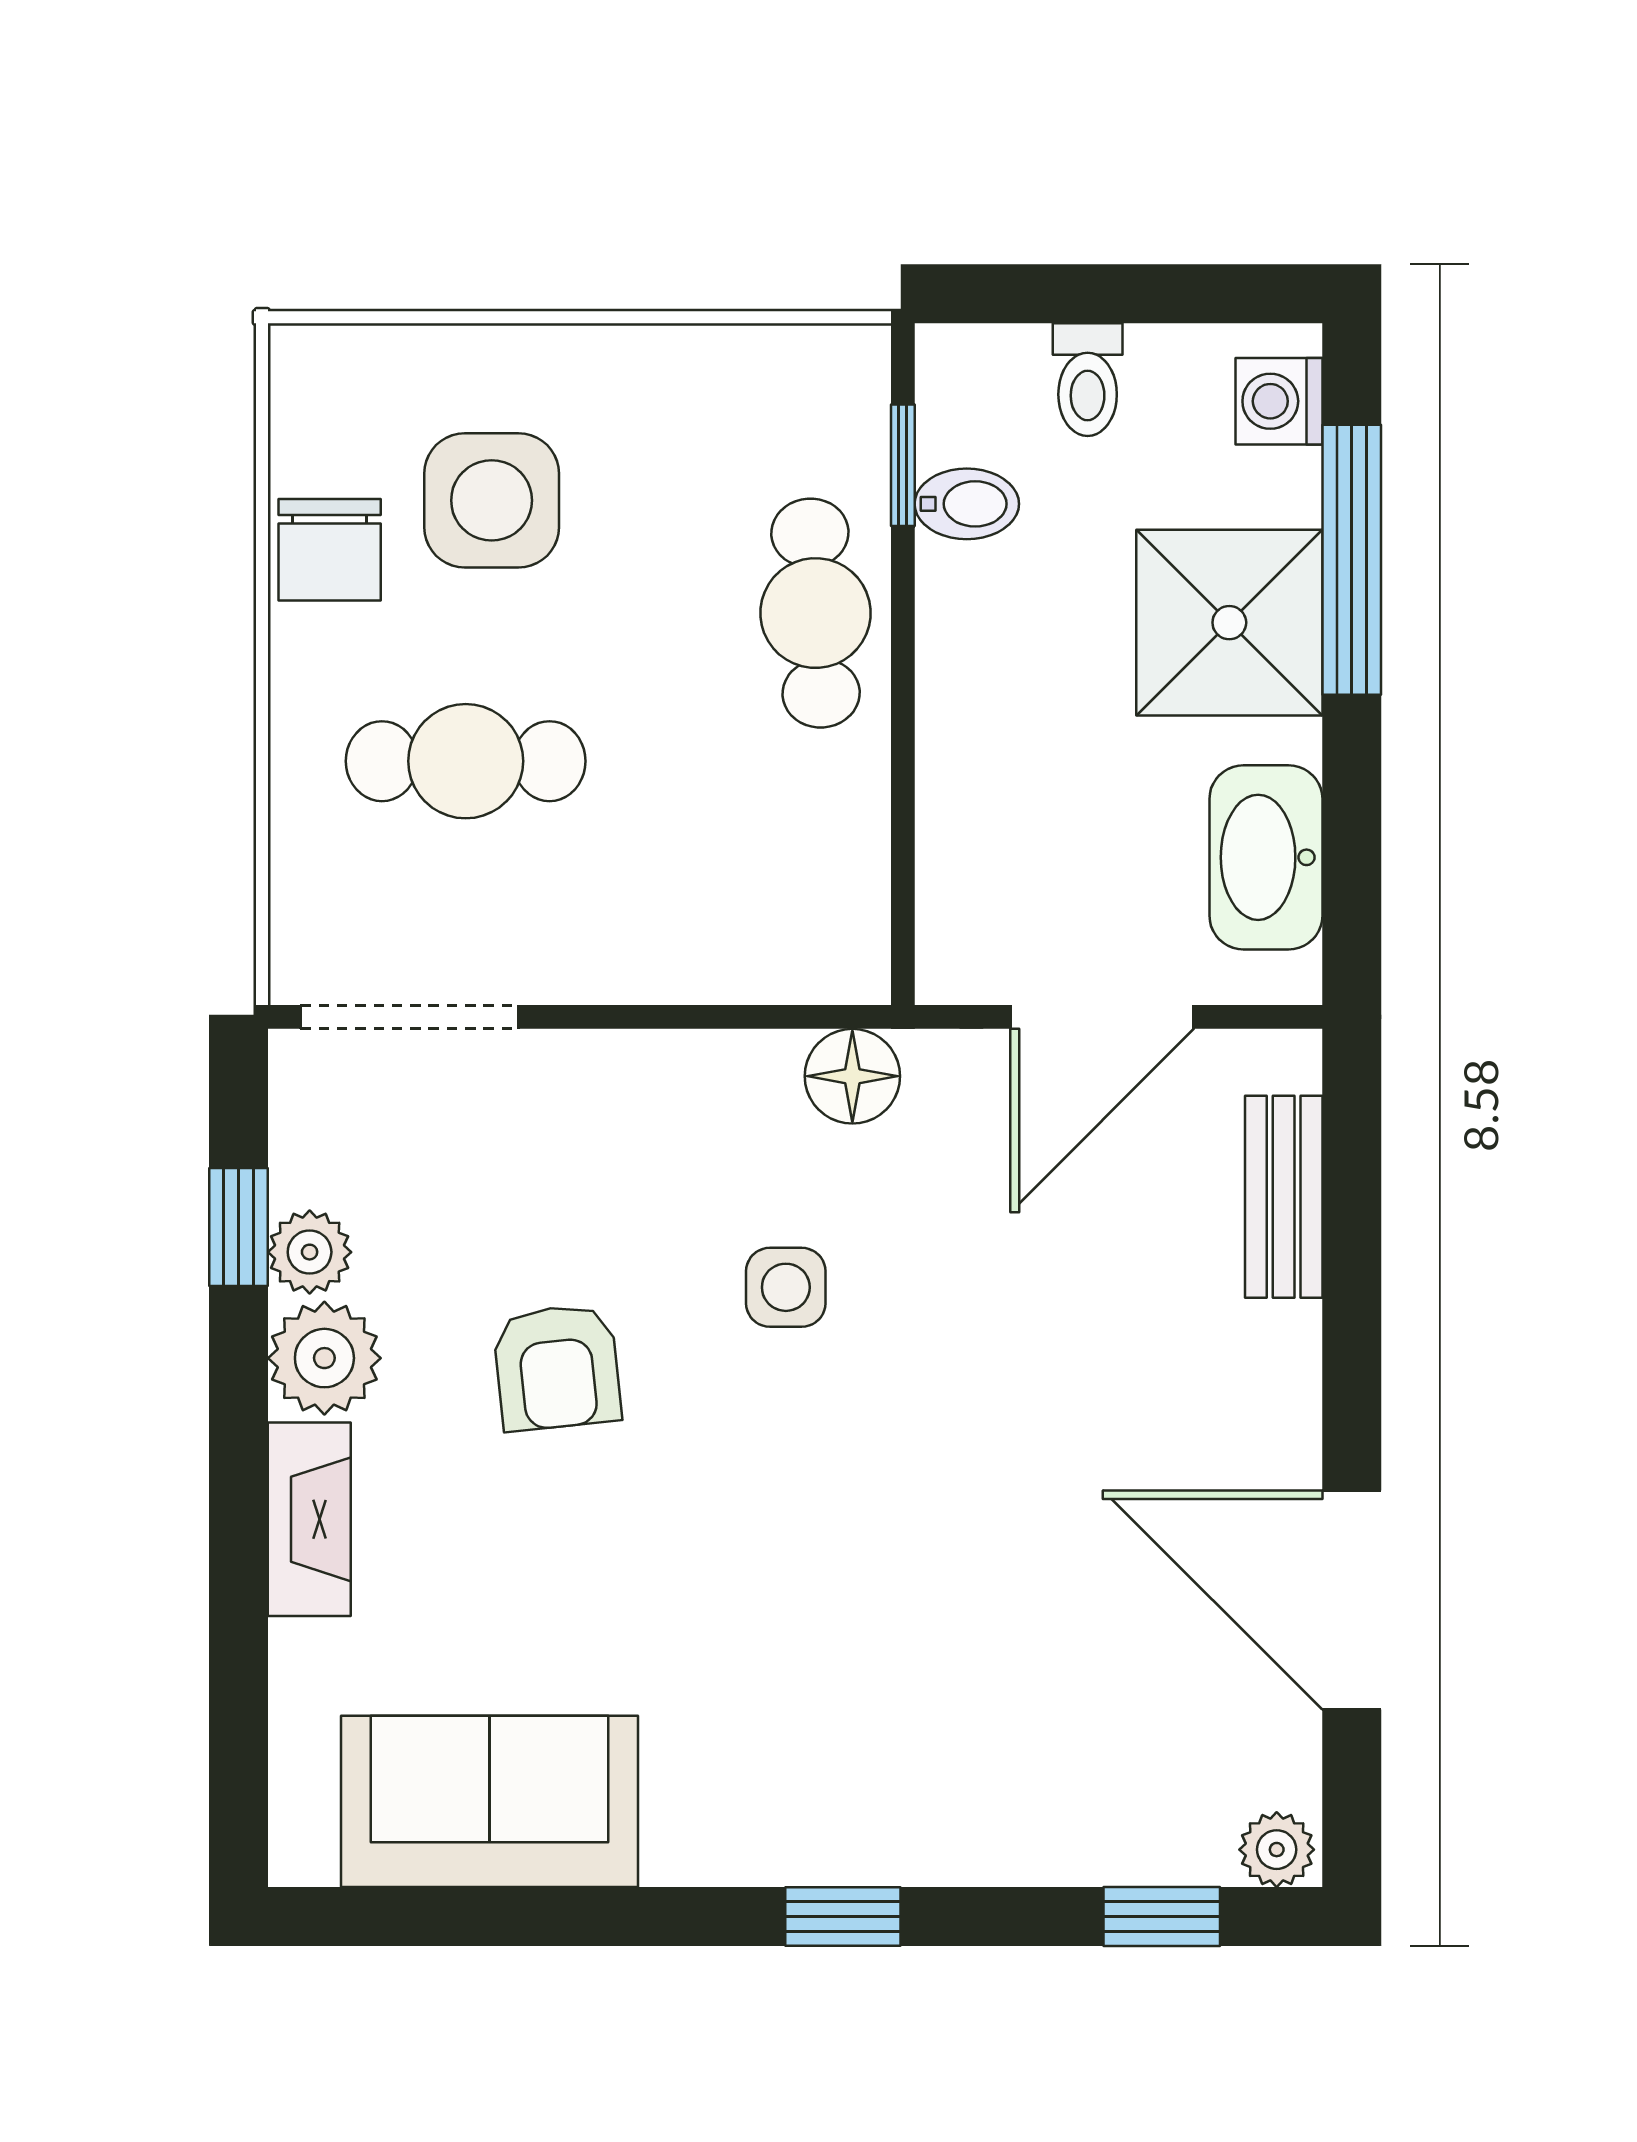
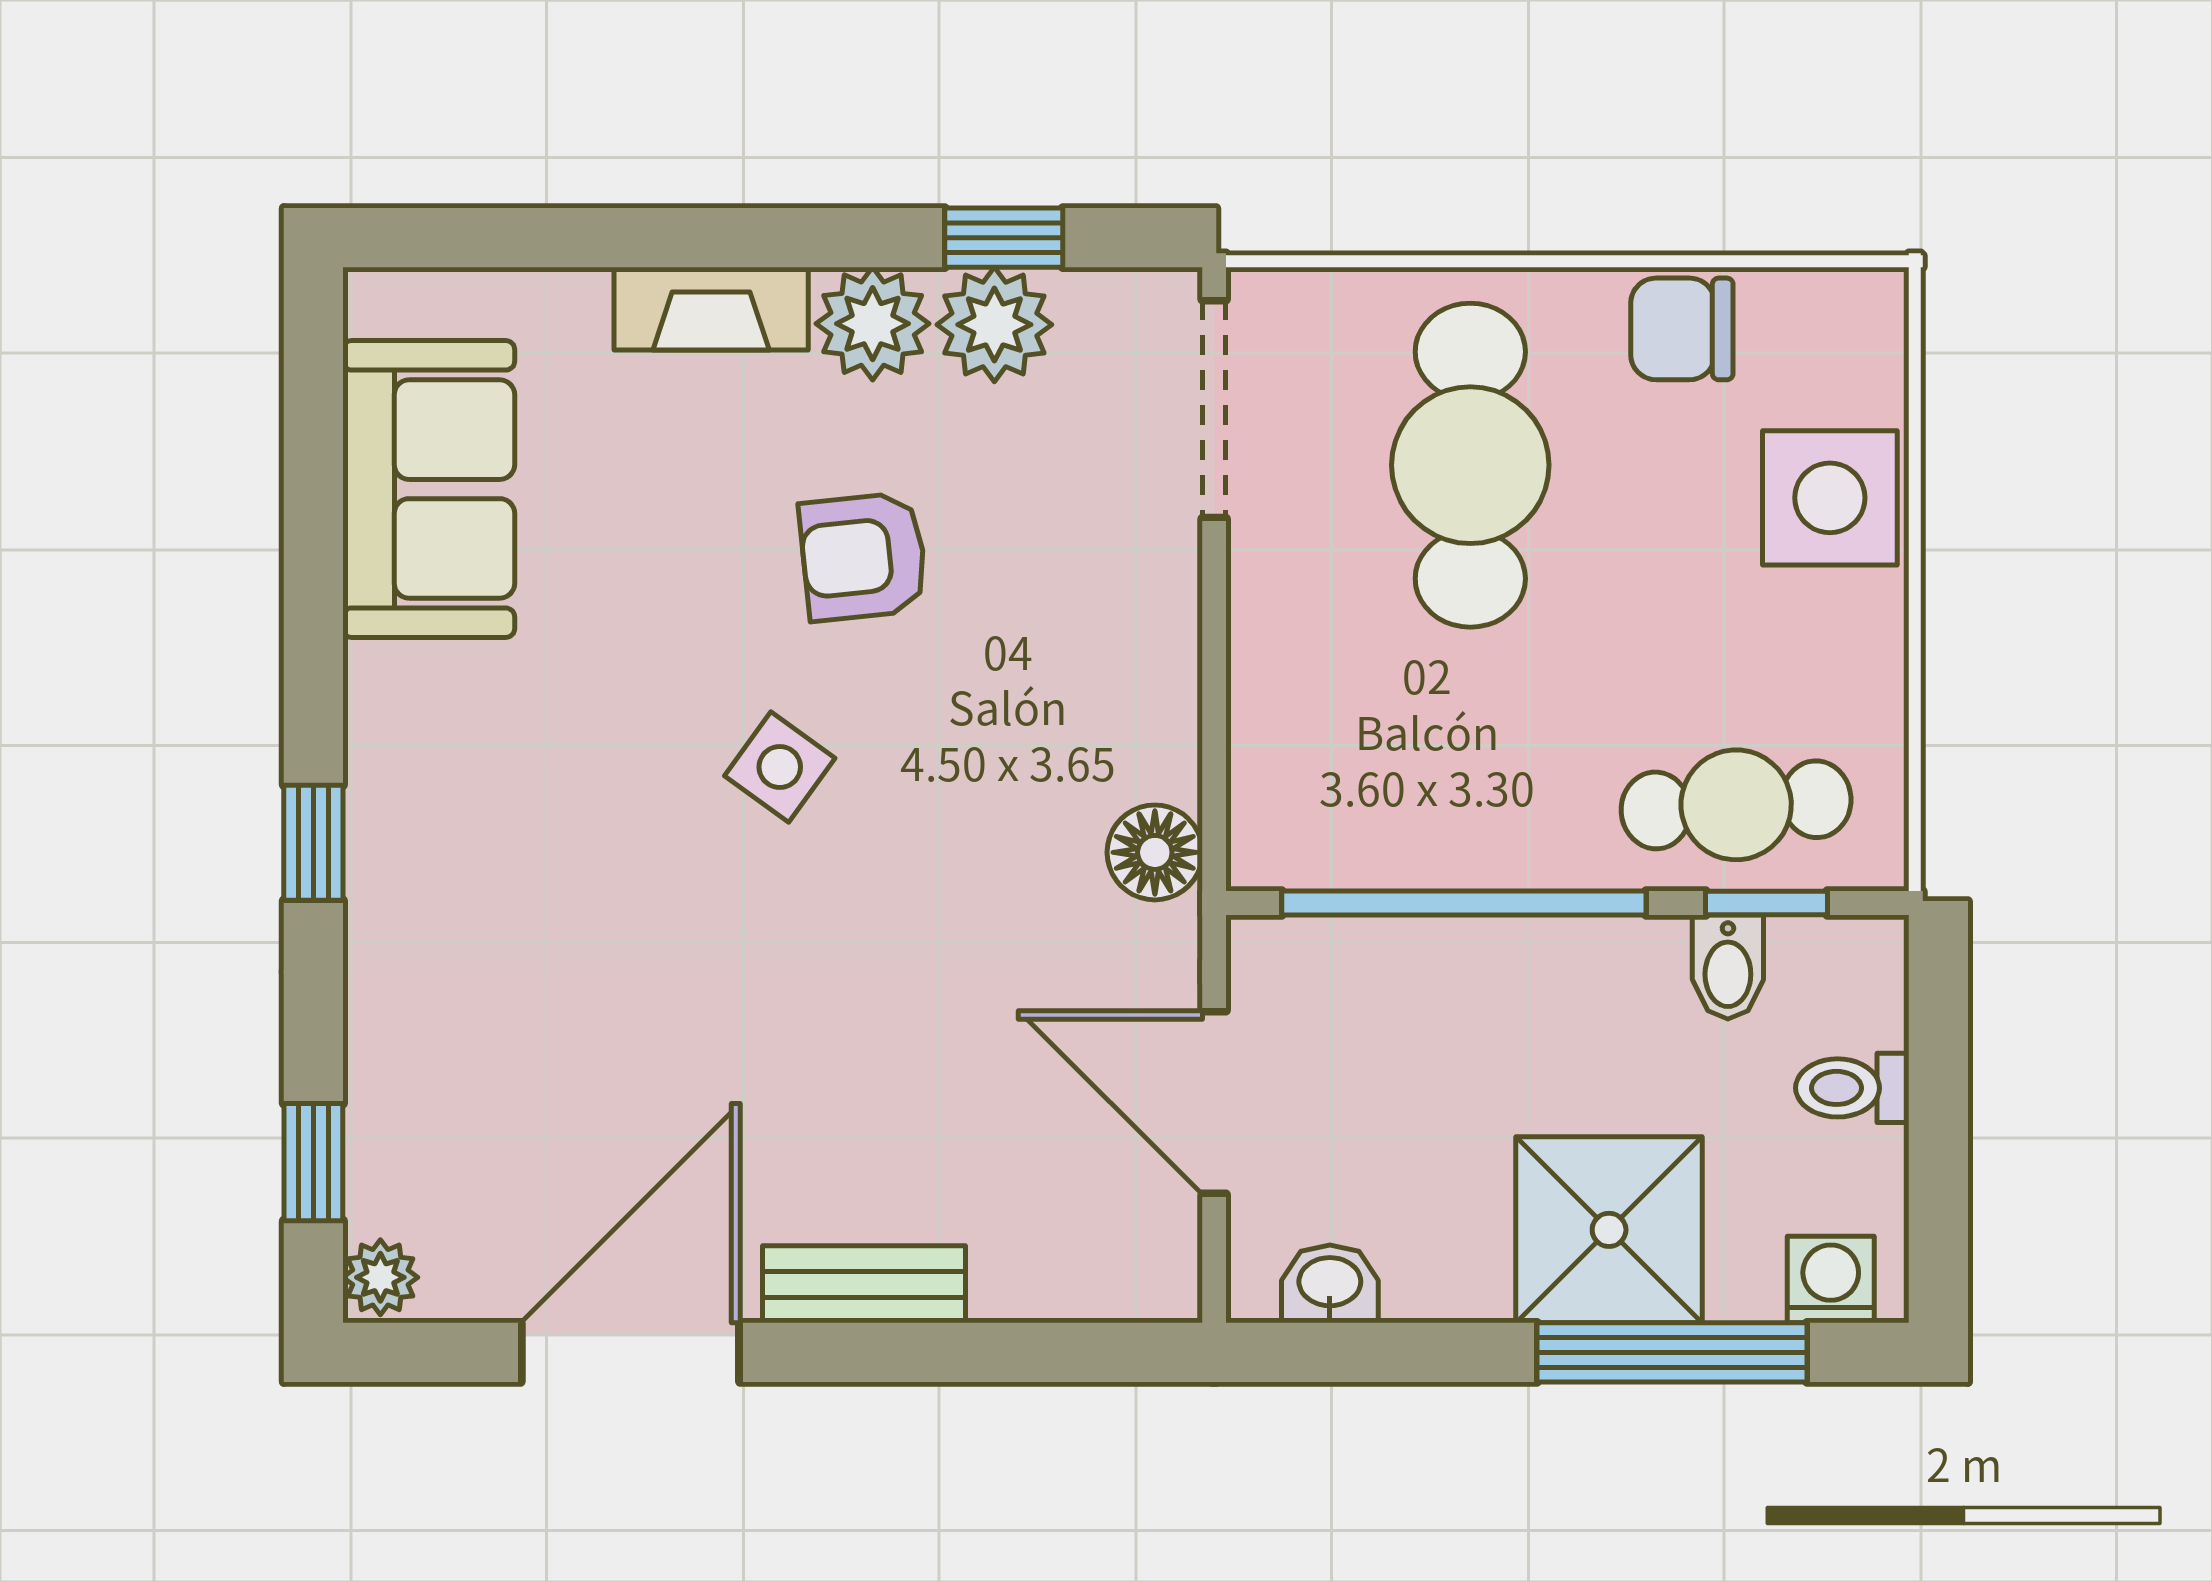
side table: (492, 500) -> (1830, 498), moved
cafe table: (815, 613) -> (1736, 805), moved
cafe table: (466, 761) -> (1470, 465), width x1.37, depth x1.35
window: (903, 768) -> (1464, 903), added
washbasin: (1266, 857) -> (1330, 1284), width x0.52, depth x0.69
bench: (1284, 1197) -> (864, 1284), moved
plant: (310, 1252) -> (994, 325), width x1.38, depth x1.38
side table: (786, 1287) -> (780, 767), moved, turned 36

